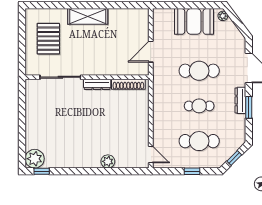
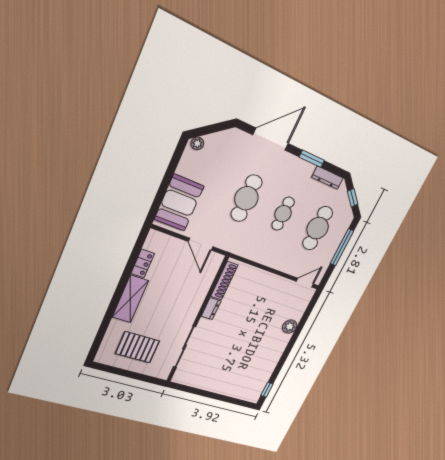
locker: (120, 14) -> (143, 263), added
booth: (194, 21) -> (179, 203), moved
dresser: (97, 84) -> (211, 309), width x0.70
dresser: (240, 100) -> (327, 178), moved
plant: (35, 159) -> (252, 393), removed
window: (192, 171) -> (342, 247), width x2.17

